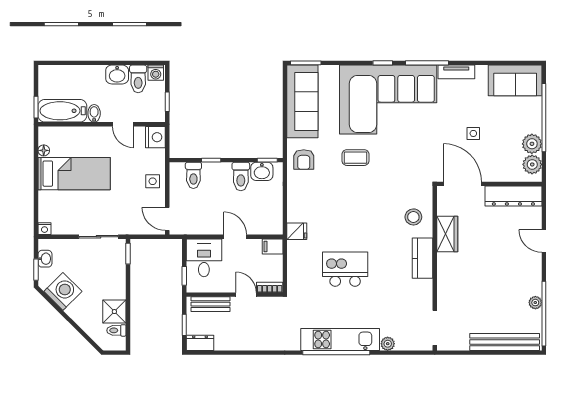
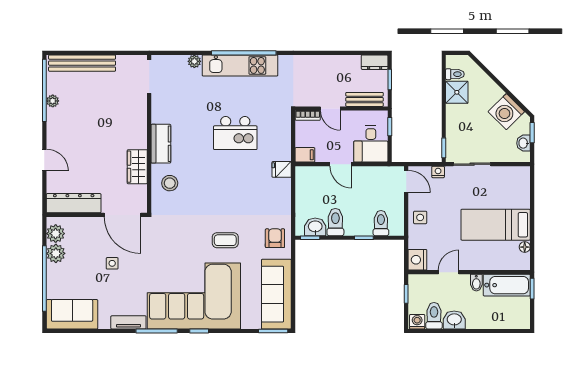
door: (123, 124) -> (449, 272), hinge flipped
nightstand: (45, 229) -> (438, 172), moved

